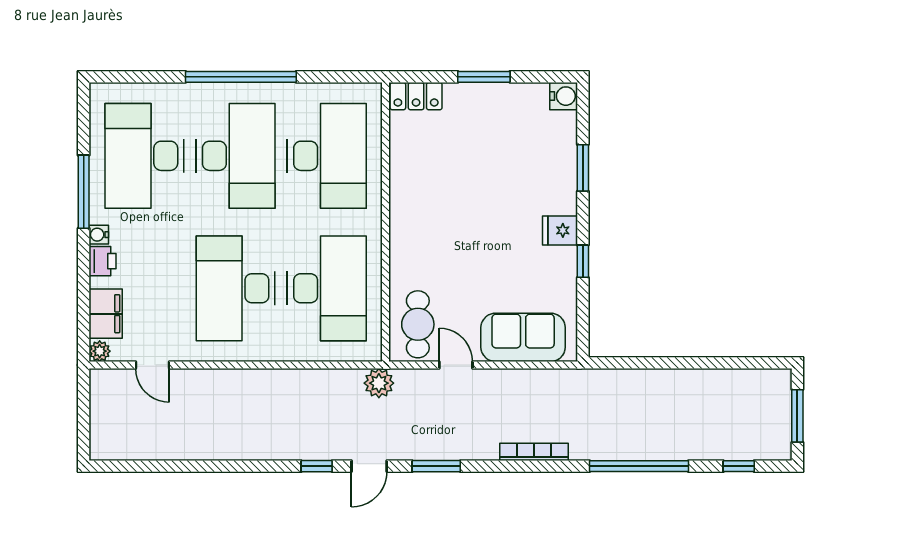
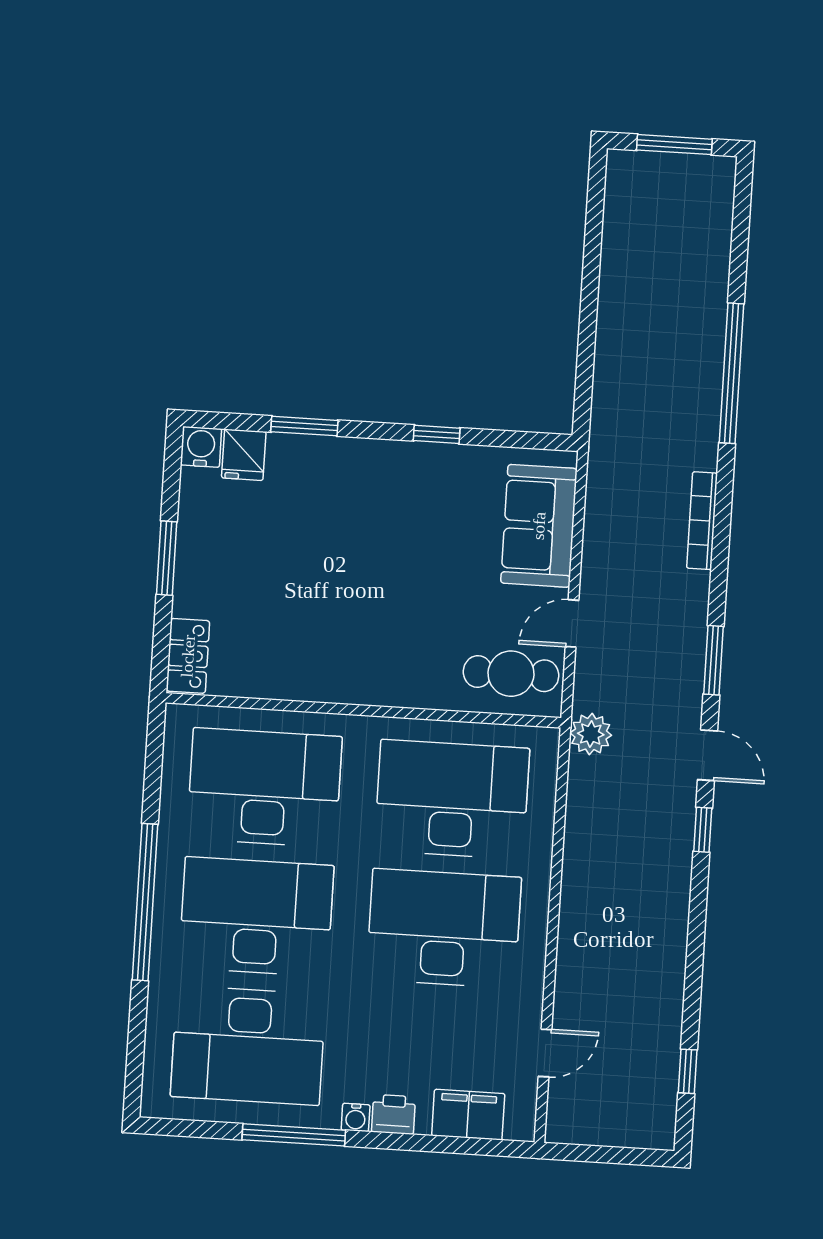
fridge: (560, 230) -> (244, 455), moved
desk: (236, 288) -> (444, 928), turned 180
plant: (100, 351) -> (521, 1126), removed
window: (739, 466) -> (688, 1071), moved

